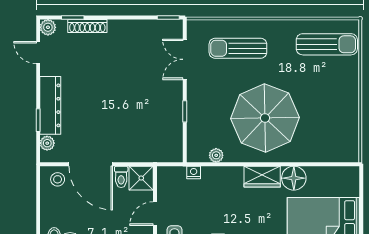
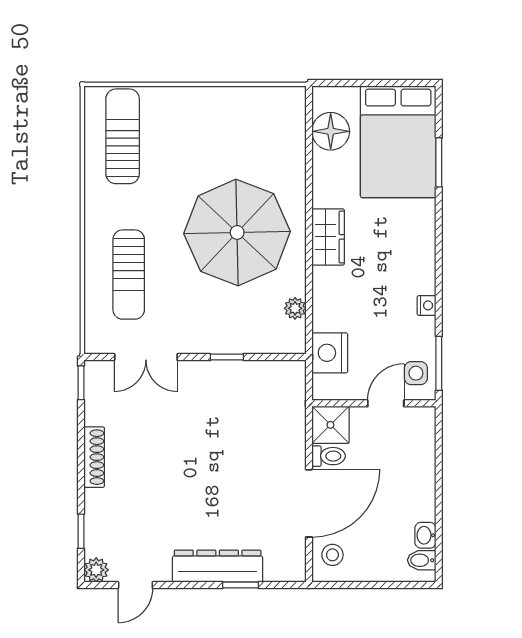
shoe rack: (87, 26) -> (94, 457), moved
plant: (47, 143) -> (276, 571), removed
nightstand: (194, 172) -> (330, 353), width x1.89, depth x1.79
floor lamp: (294, 178) -> (331, 131), moved
door: (155, 214) -> (386, 403), swing flipped

